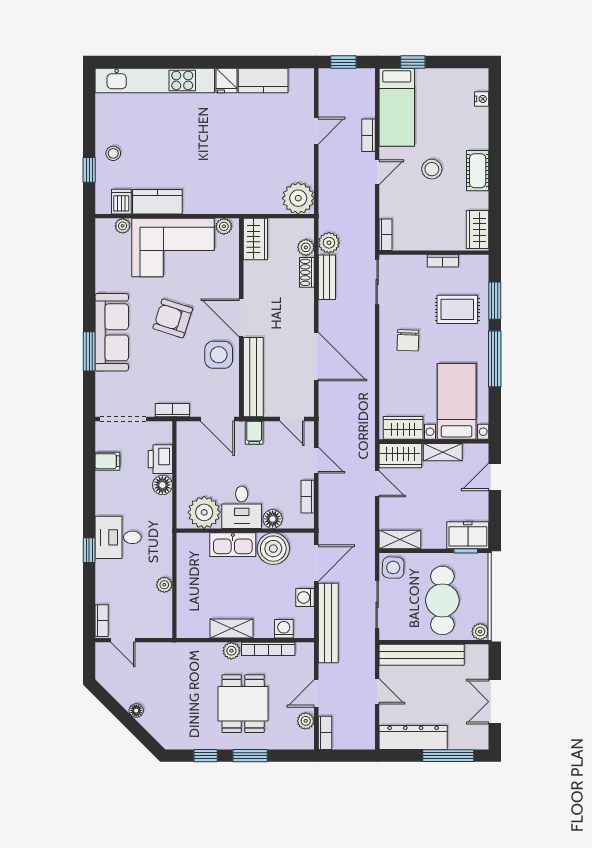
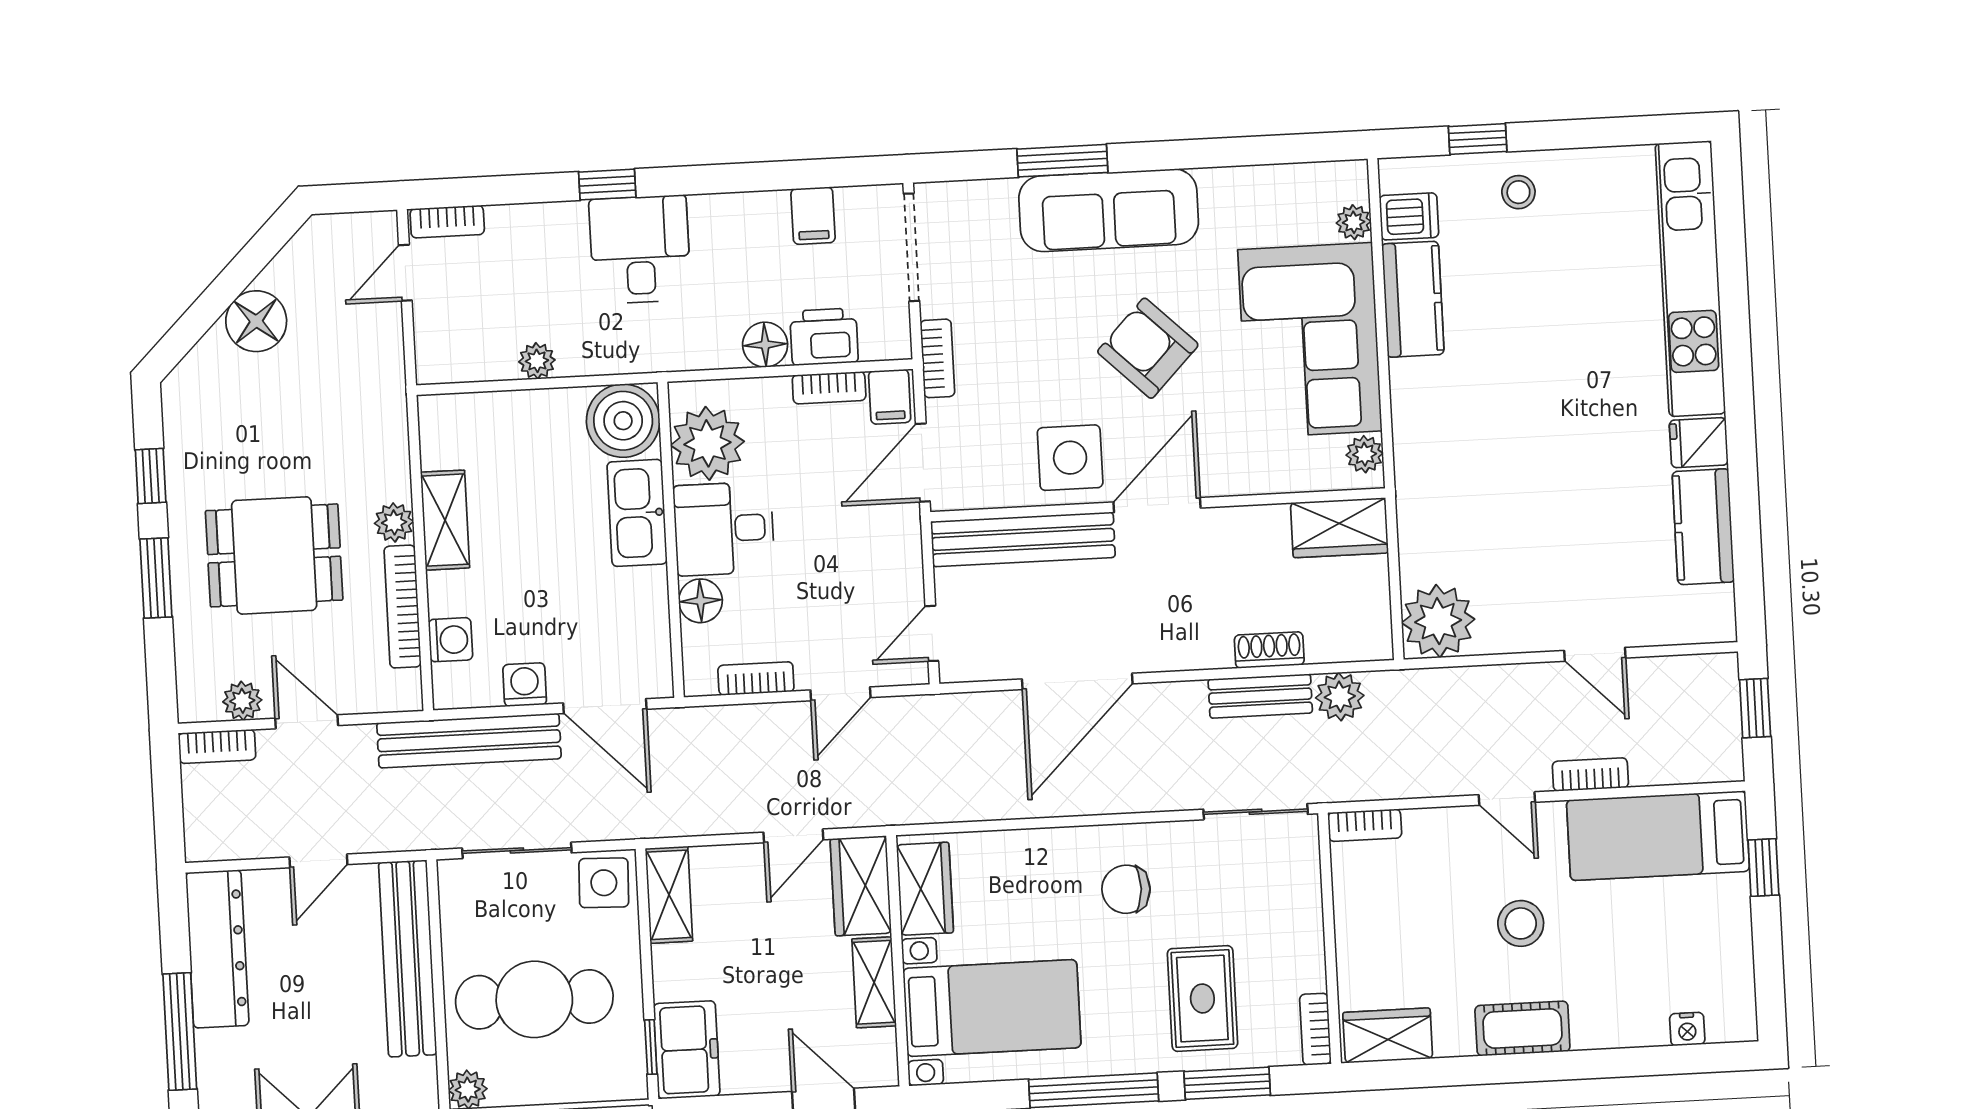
plant: (306, 247) -> (1326, 644), removed
bookcase: (443, 261) -> (1315, 1029), moved
armchair: (173, 318) -> (1148, 348), turned -64
filing cabinet: (254, 433) -> (890, 397), moved, turned -90
bookcase: (183, 458) -> (829, 388), added
boiler: (273, 549) -> (623, 421), moved
floor lamp: (136, 711) -> (256, 321), width x1.89, depth x1.89

